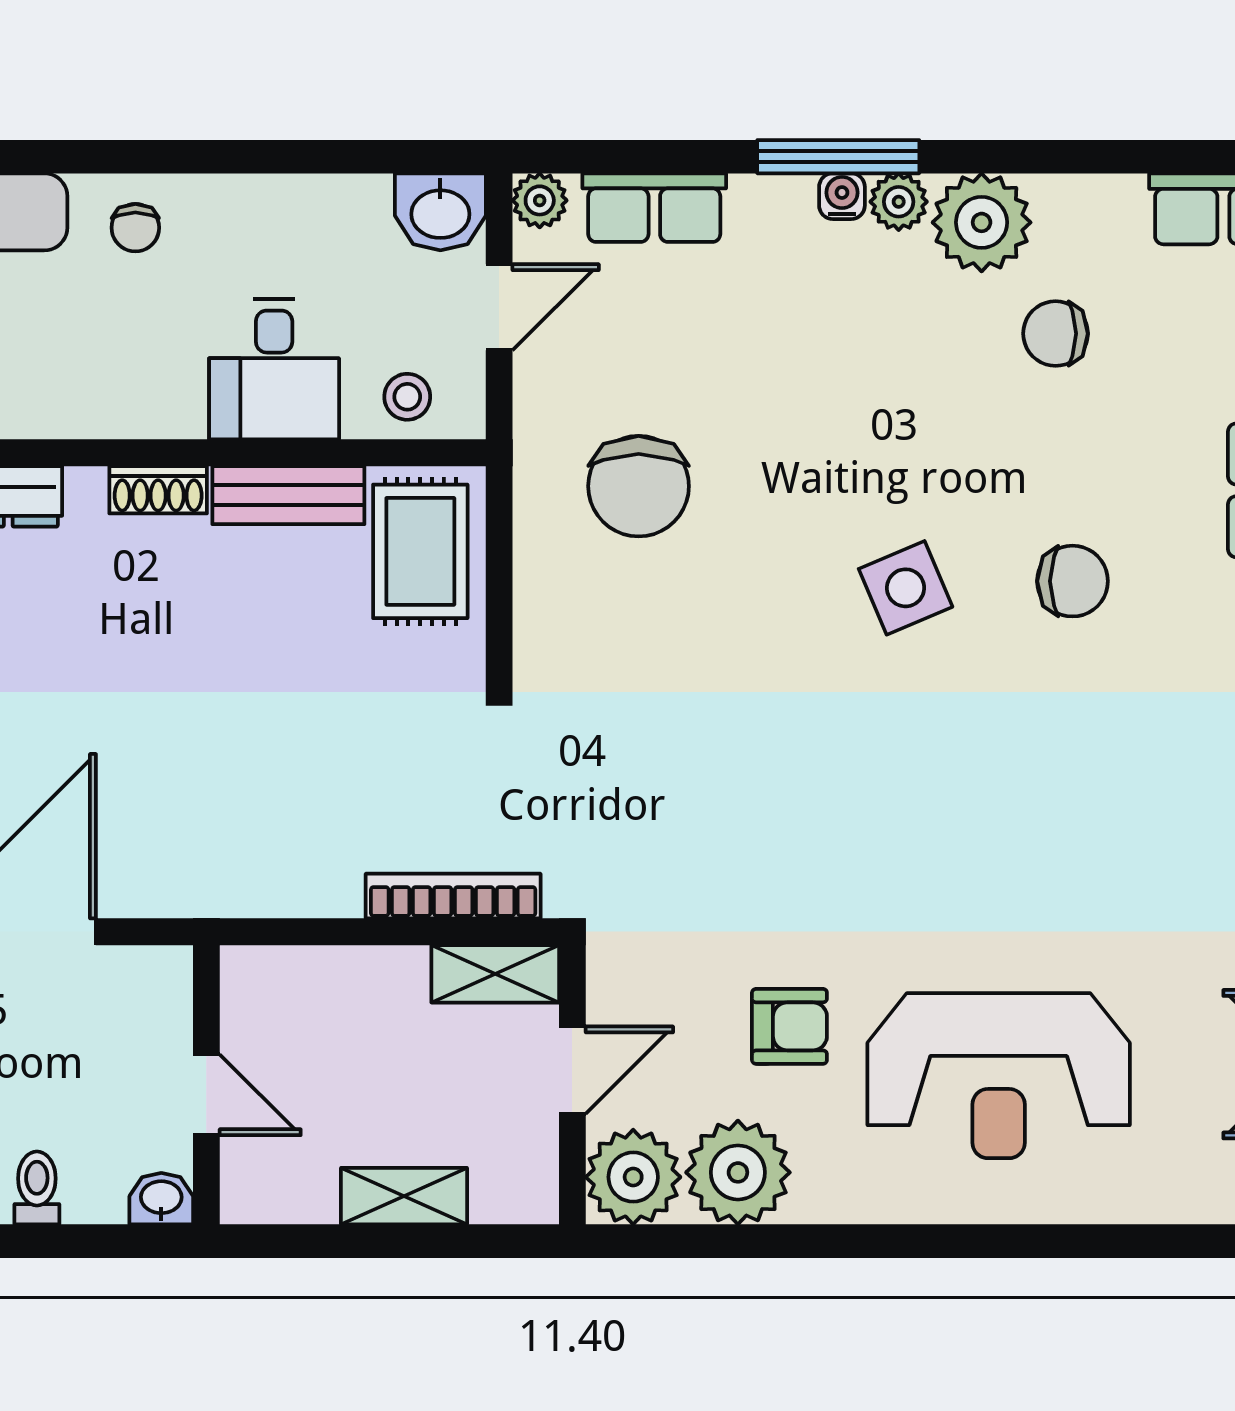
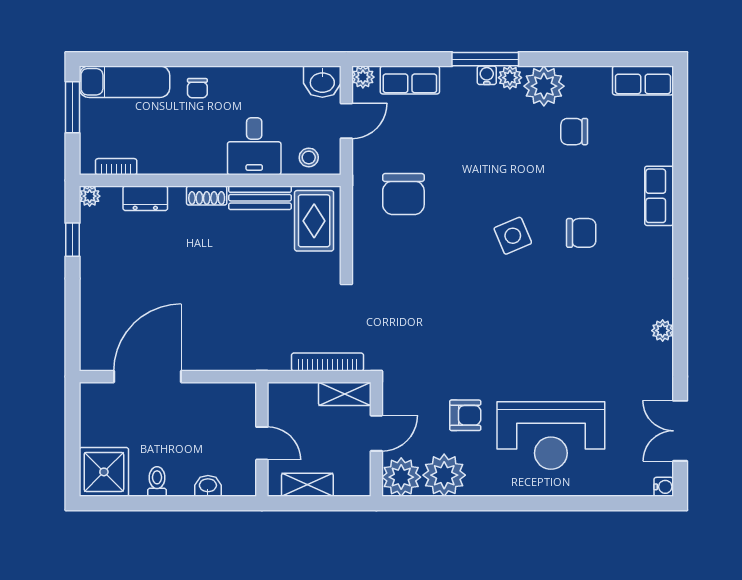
wall: (206, 1085) -> (262, 439), moved
door: (206, 1095) -> (262, 443), moved

